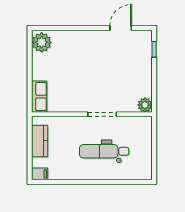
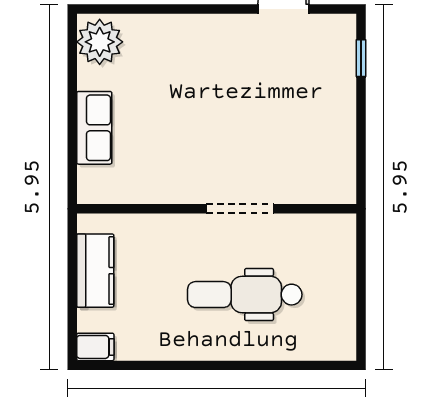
row of seats: (39, 97) -> (94, 128), moved
plant: (145, 105) -> (339, 187), removed

